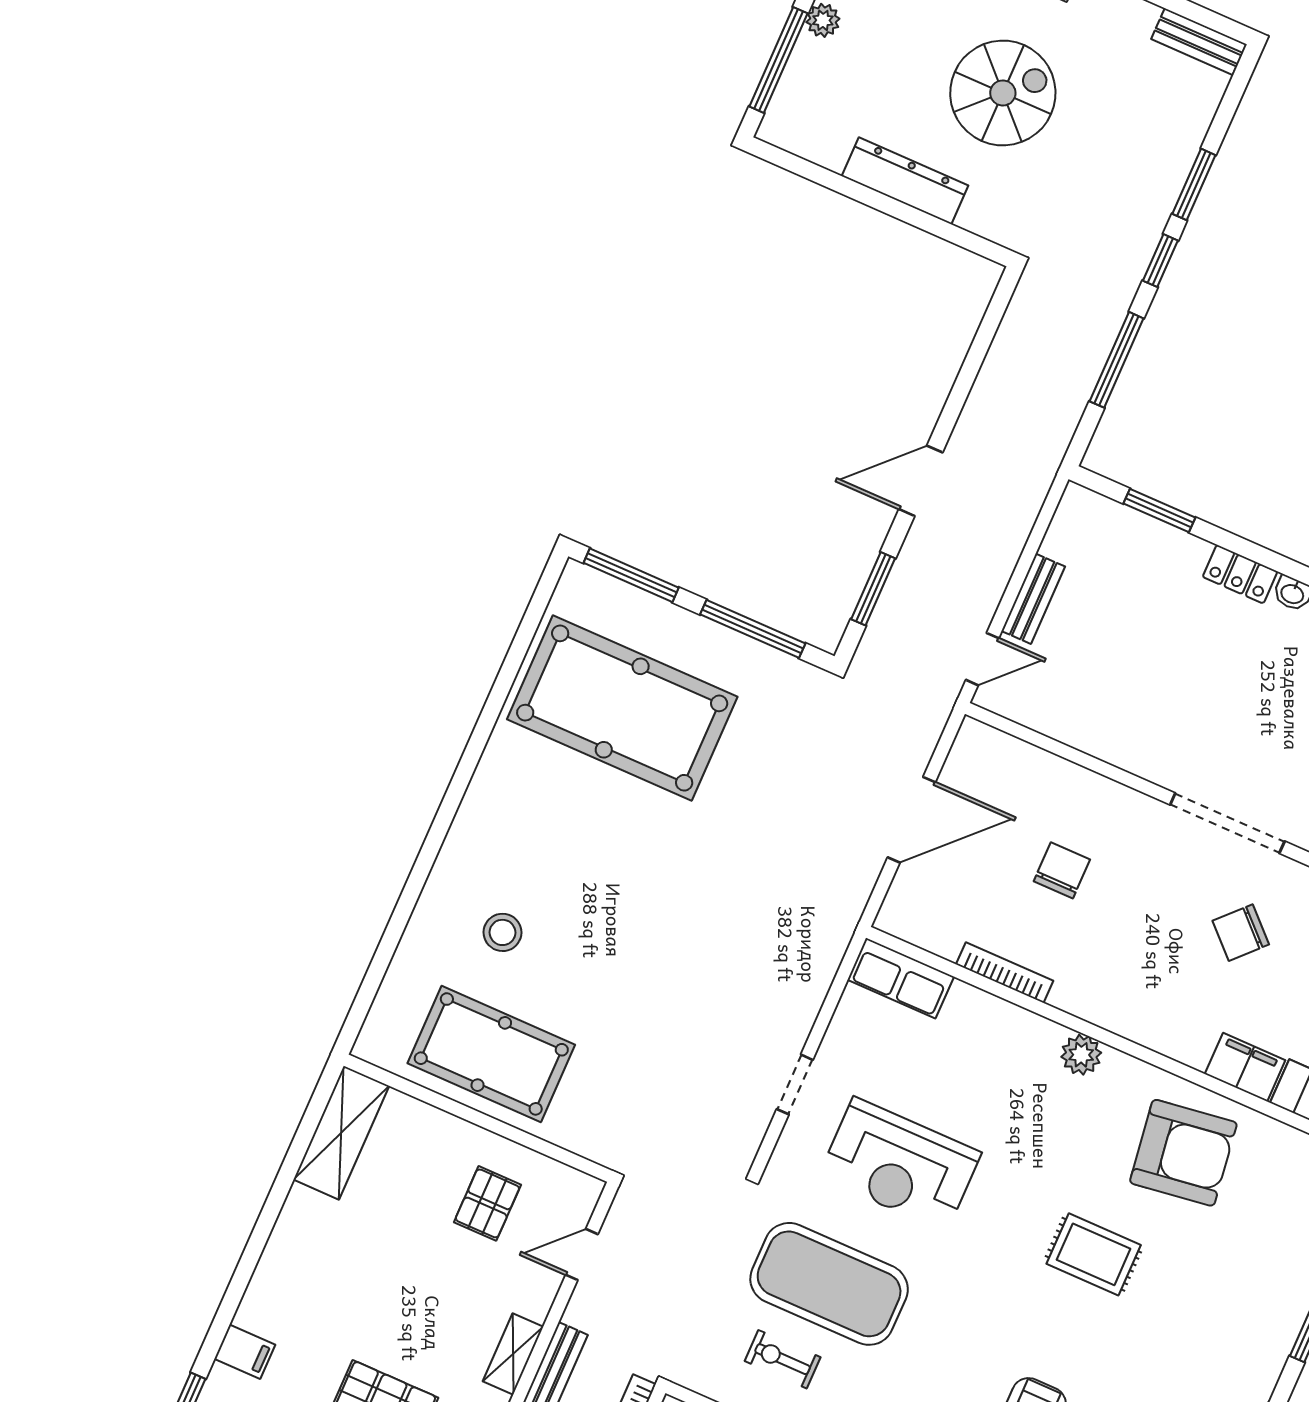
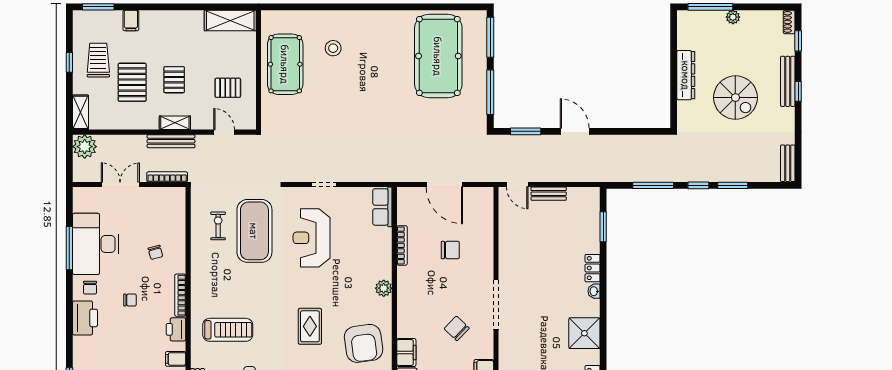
pallet: (417, 1314) -> (174, 80), added

